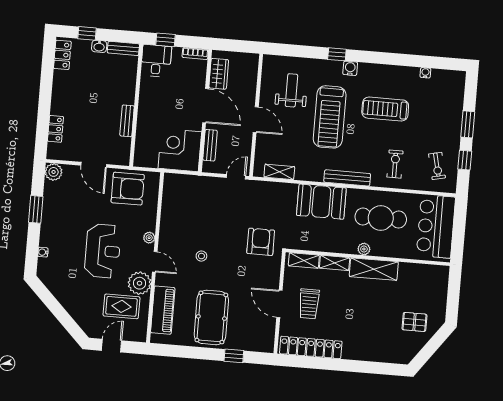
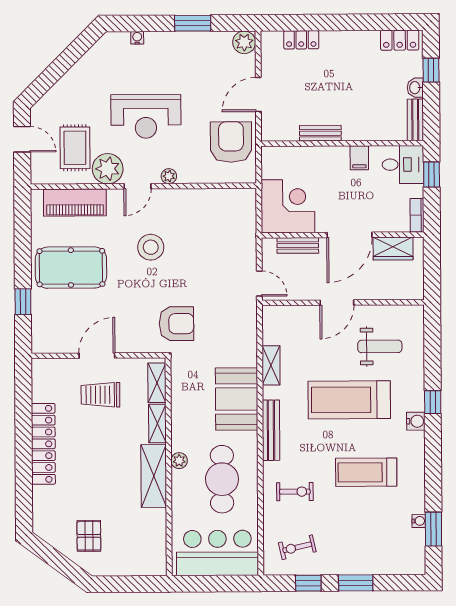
window: (432, 62) -> (433, 529), added
filing cabinet: (148, 93) -> (359, 158), added
treadmill: (385, 109) -> (366, 472), turned -90
shelving: (279, 172) -> (271, 365), moved
armchair: (128, 189) -> (231, 142), turned 180
stool: (201, 256) -> (151, 247), width x1.89, depth x1.89
locker: (311, 347) -> (43, 444), moved

